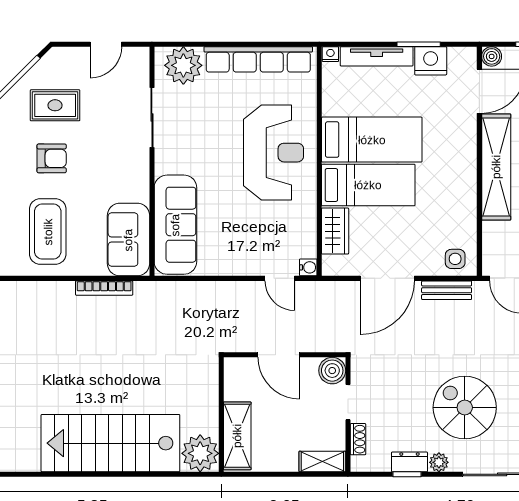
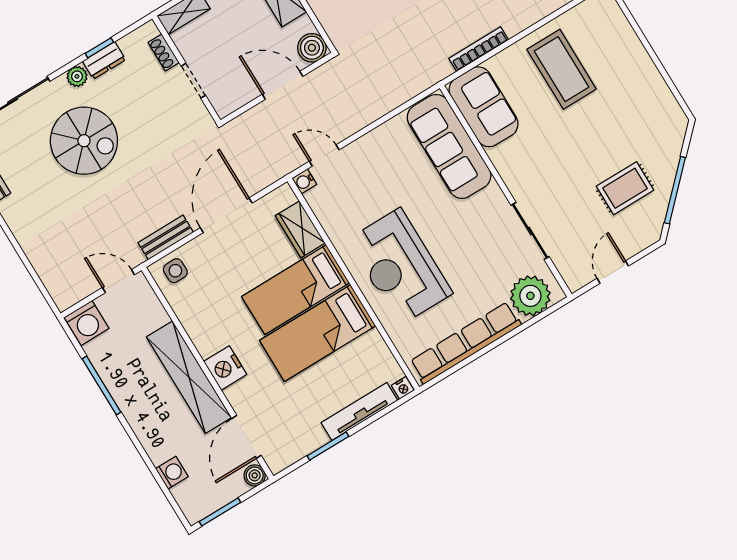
nightstand: (431, 61) -> (225, 368), moved, turned 90
armchair: (52, 158) -> (599, 138), removed
boiler: (332, 371) -> (312, 48), moved

